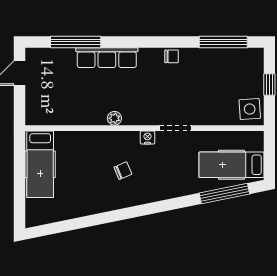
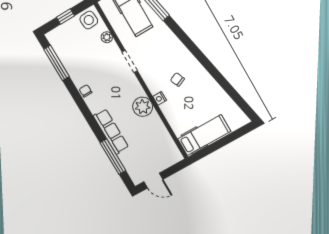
plant: (114, 118) -> (143, 107), width x1.88, depth x1.88
plant: (218, 118) -> (107, 37), added
nightstand: (147, 137) -> (160, 98), moved

